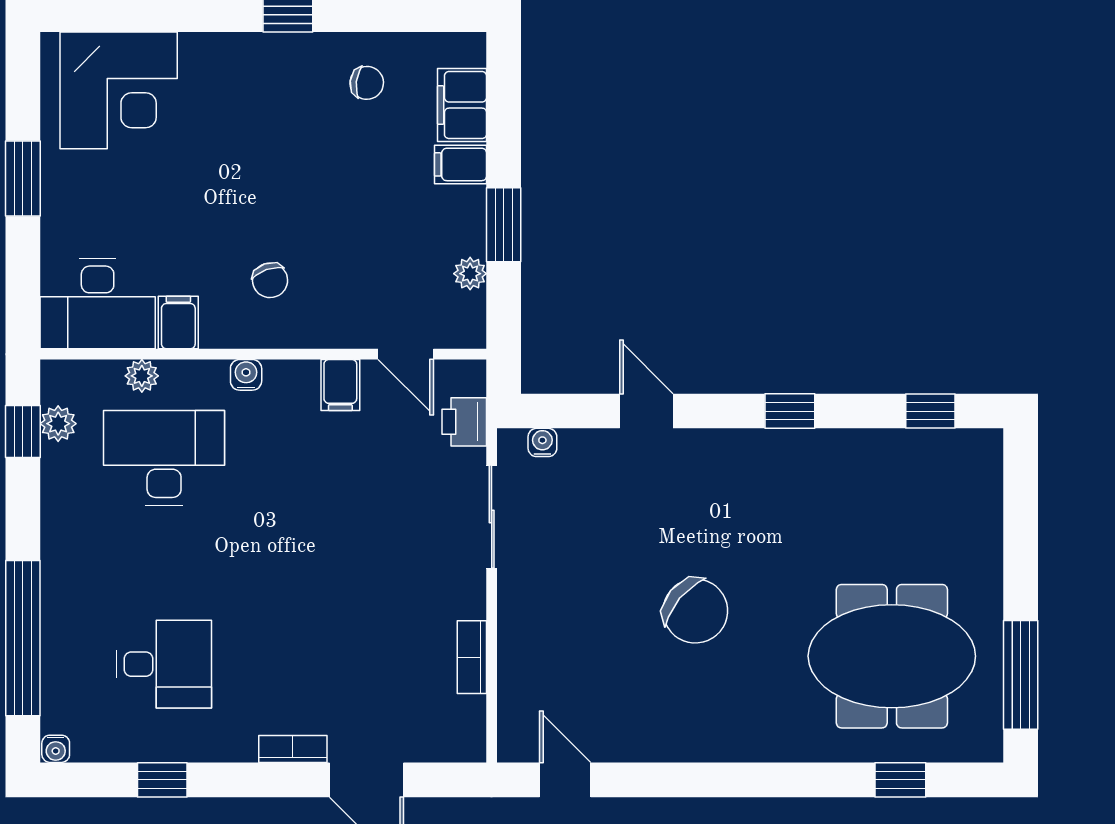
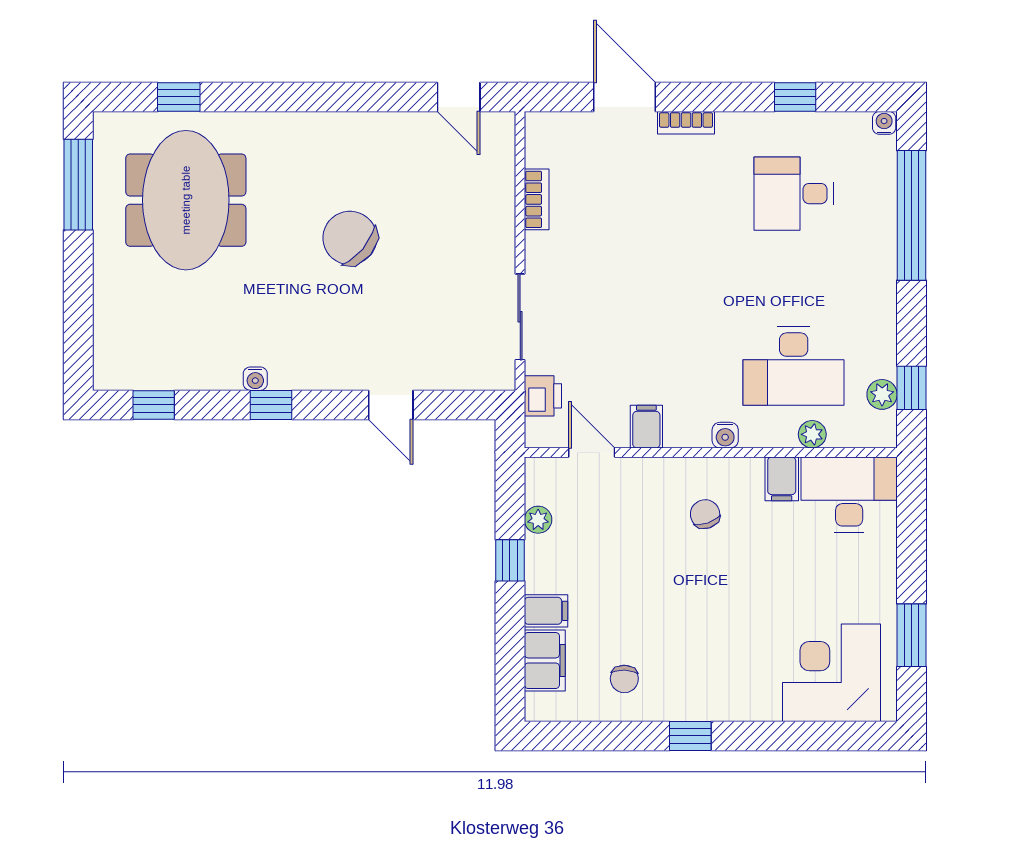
chair: (367, 83) -> (624, 679), turned -95
window: (23, 178) -> (912, 635), moved
window: (504, 225) -> (510, 560), width x0.67
water cooler: (542, 442) -> (255, 379), moved
meeting table: (892, 656) -> (186, 200), turned 90

